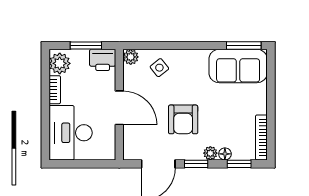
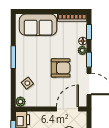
window: (244, 46) -> (13, 57), moved
sofa: (238, 66) -> (38, 25), moved, turned 90
door: (119, 108) -> (67, 109), moved

